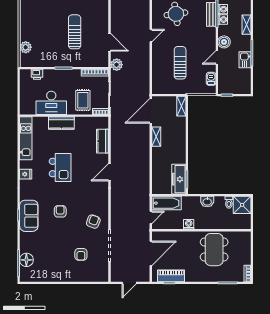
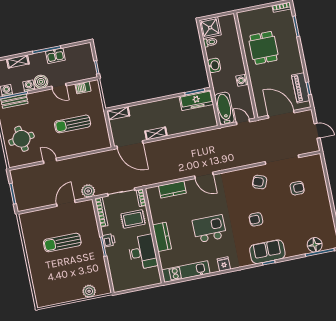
washing machine: (223, 20) -> (29, 86), moved
printer: (37, 74) -> (109, 240), moved
dining table: (214, 250) -> (264, 48), width x0.73

